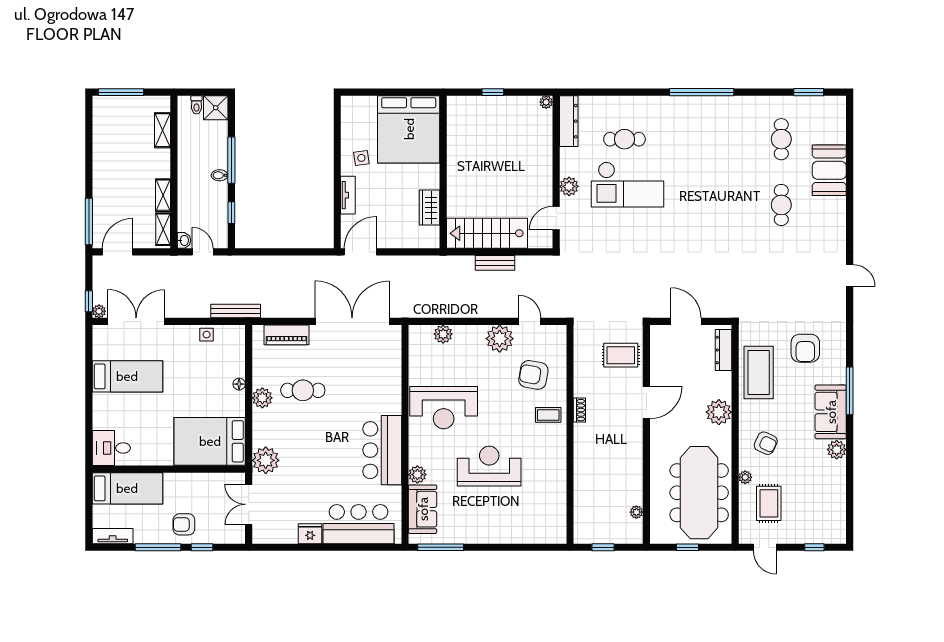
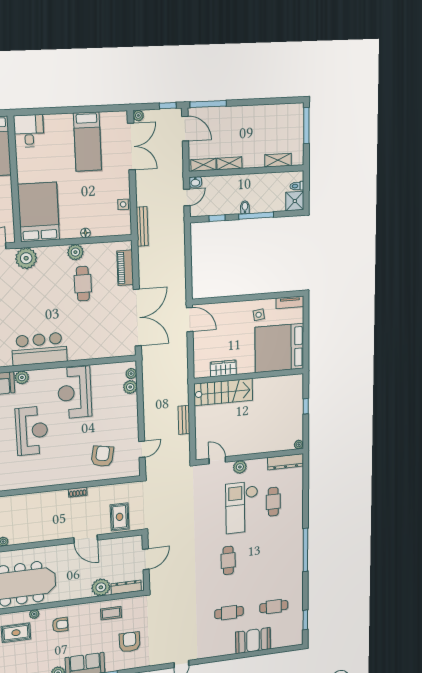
tv unit: (348, 195) -> (290, 302), moved
cafe table: (703, 205) -> (228, 560), added
stairs: (487, 233) -> (223, 392), moved, turned 90
window: (89, 301) -> (168, 106), moved
plant: (500, 339) -> (131, 374), moved, width x0.53, depth x0.53
armchair: (805, 348) -> (130, 642), turned 90
coffee table: (759, 372) -> (111, 613), width x0.54, depth x0.58
plant: (719, 412) -> (101, 587), moved
coffee table: (548, 415) -> (73, 470), removed
armchair: (766, 443) -> (60, 625), turned -115

